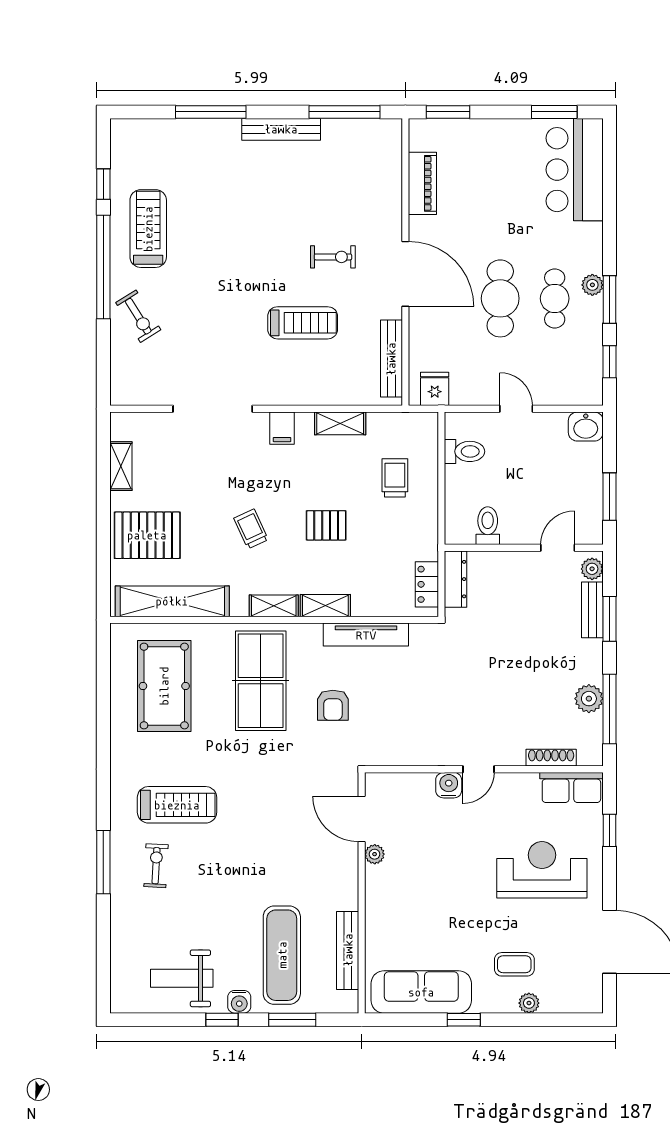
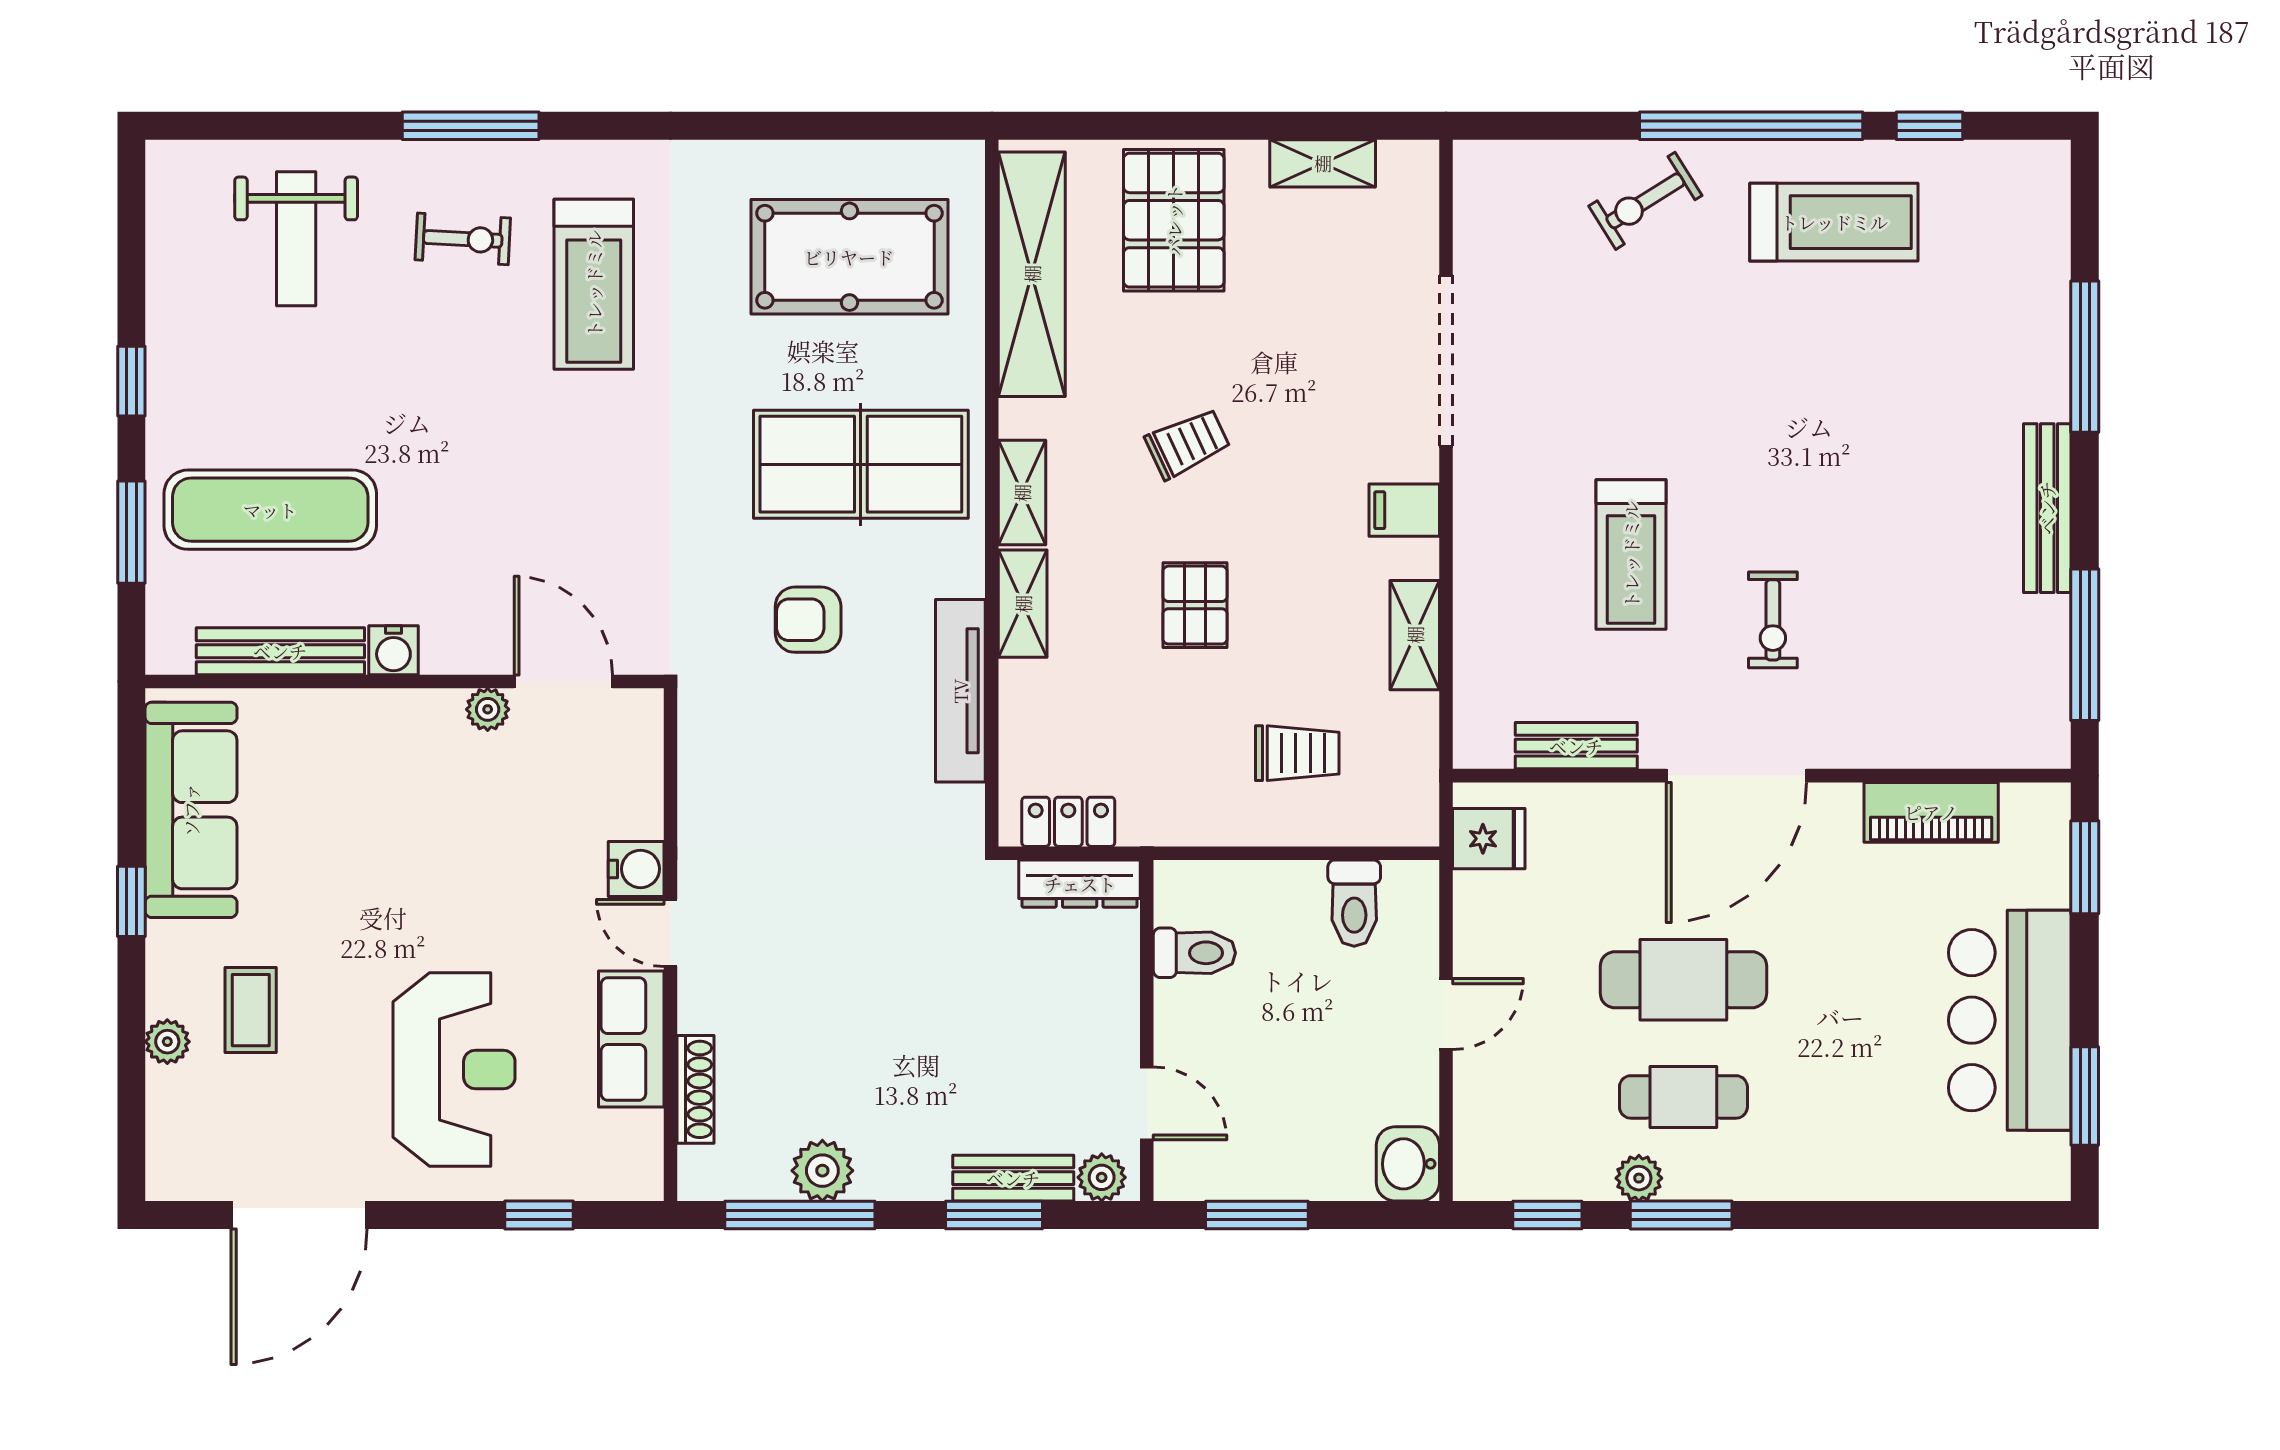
bar counter: (575, 170) -> (2010, 1020), moved, turned -90
plant: (592, 285) -> (1639, 1178), moved
bench: (391, 359) -> (1576, 746), width x0.73
row of seats: (571, 787) -> (631, 1039), moved
door: (362, 819) -> (563, 681), hinge flipped
weight bench: (182, 978) -> (296, 239), moved, turned 180
water cooler: (239, 1002) -> (393, 650), moved, turned -90

